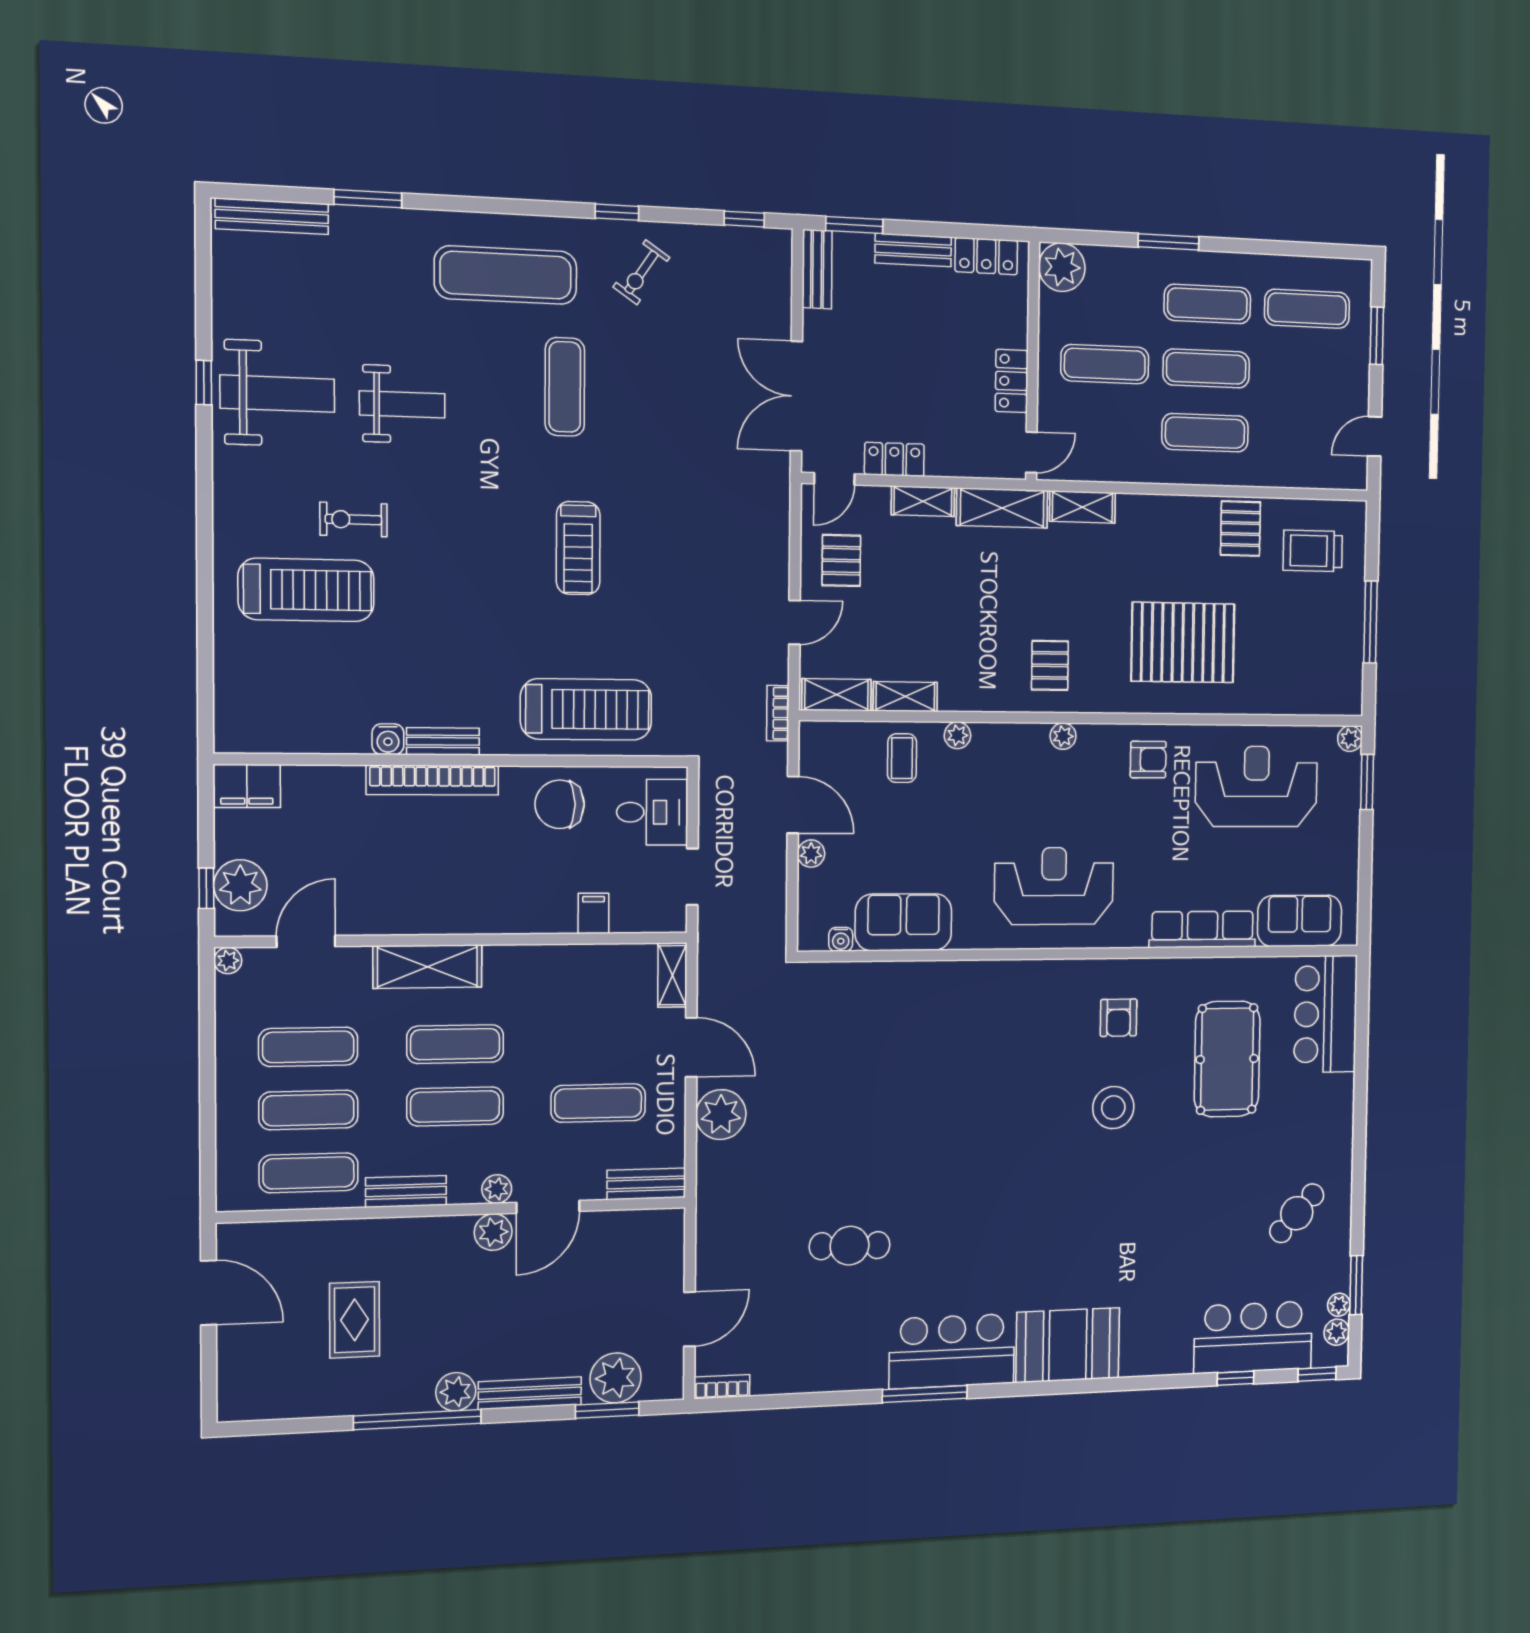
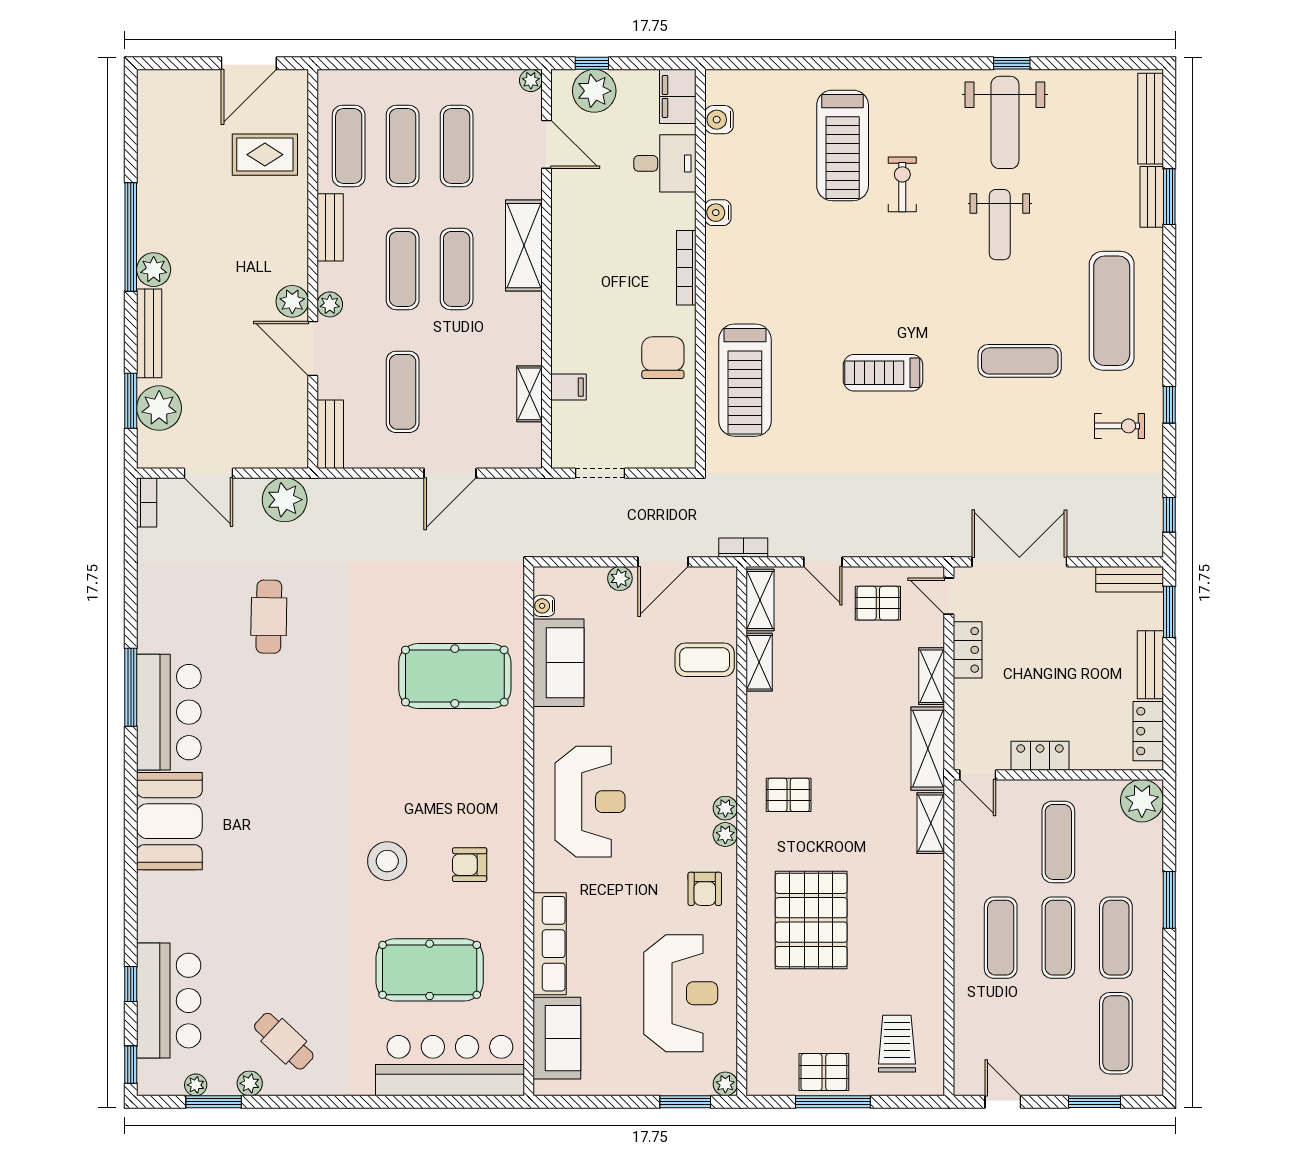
exercise bike: (641, 272) -> (1120, 426), turned 146
pallet: (1240, 529) -> (824, 1072), moved
plant: (957, 735) -> (725, 835), moved
water cooler: (275, 737) -> (719, 120), added
bench: (443, 741) -> (1152, 197), moved
coffee table: (902, 758) -> (705, 660), width x1.36, depth x1.30
bookcase: (433, 780) -> (686, 268), width x0.68, depth x0.76
desk: (652, 812) -> (665, 163), moved, turned -90
shelving: (672, 975) -> (529, 394), moved, turned 90
bar counter: (1326, 1014) -> (450, 1066), width x1.36
pool table: (917, 1038) -> (455, 676), added
plant: (721, 1115) -> (285, 500), moved
rug: (355, 1320) -> (265, 155), moved
plant: (1337, 1332) -> (250, 1083), moved

